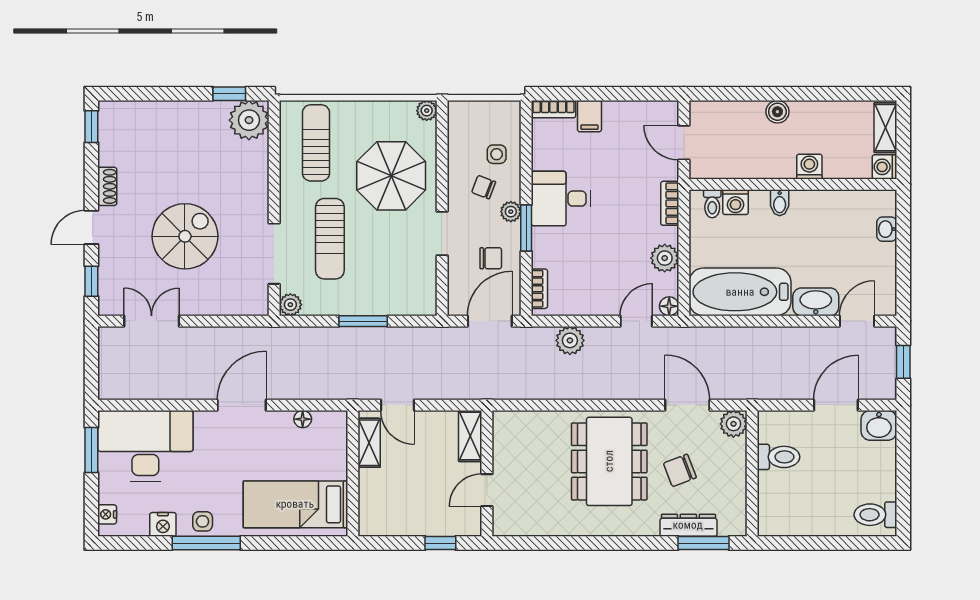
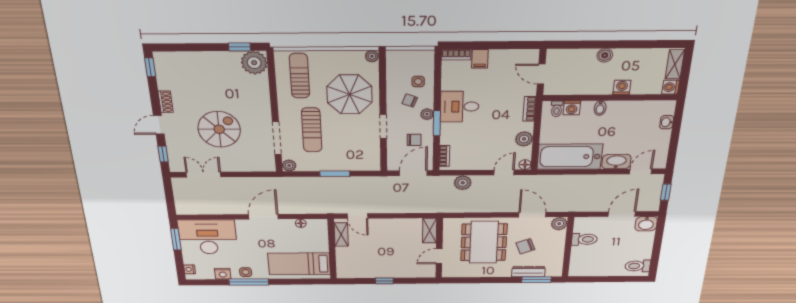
shelving: (470, 436) -> (430, 231), moved
wall: (487, 473) -> (439, 248), moved
door: (487, 490) -> (439, 256), moved

